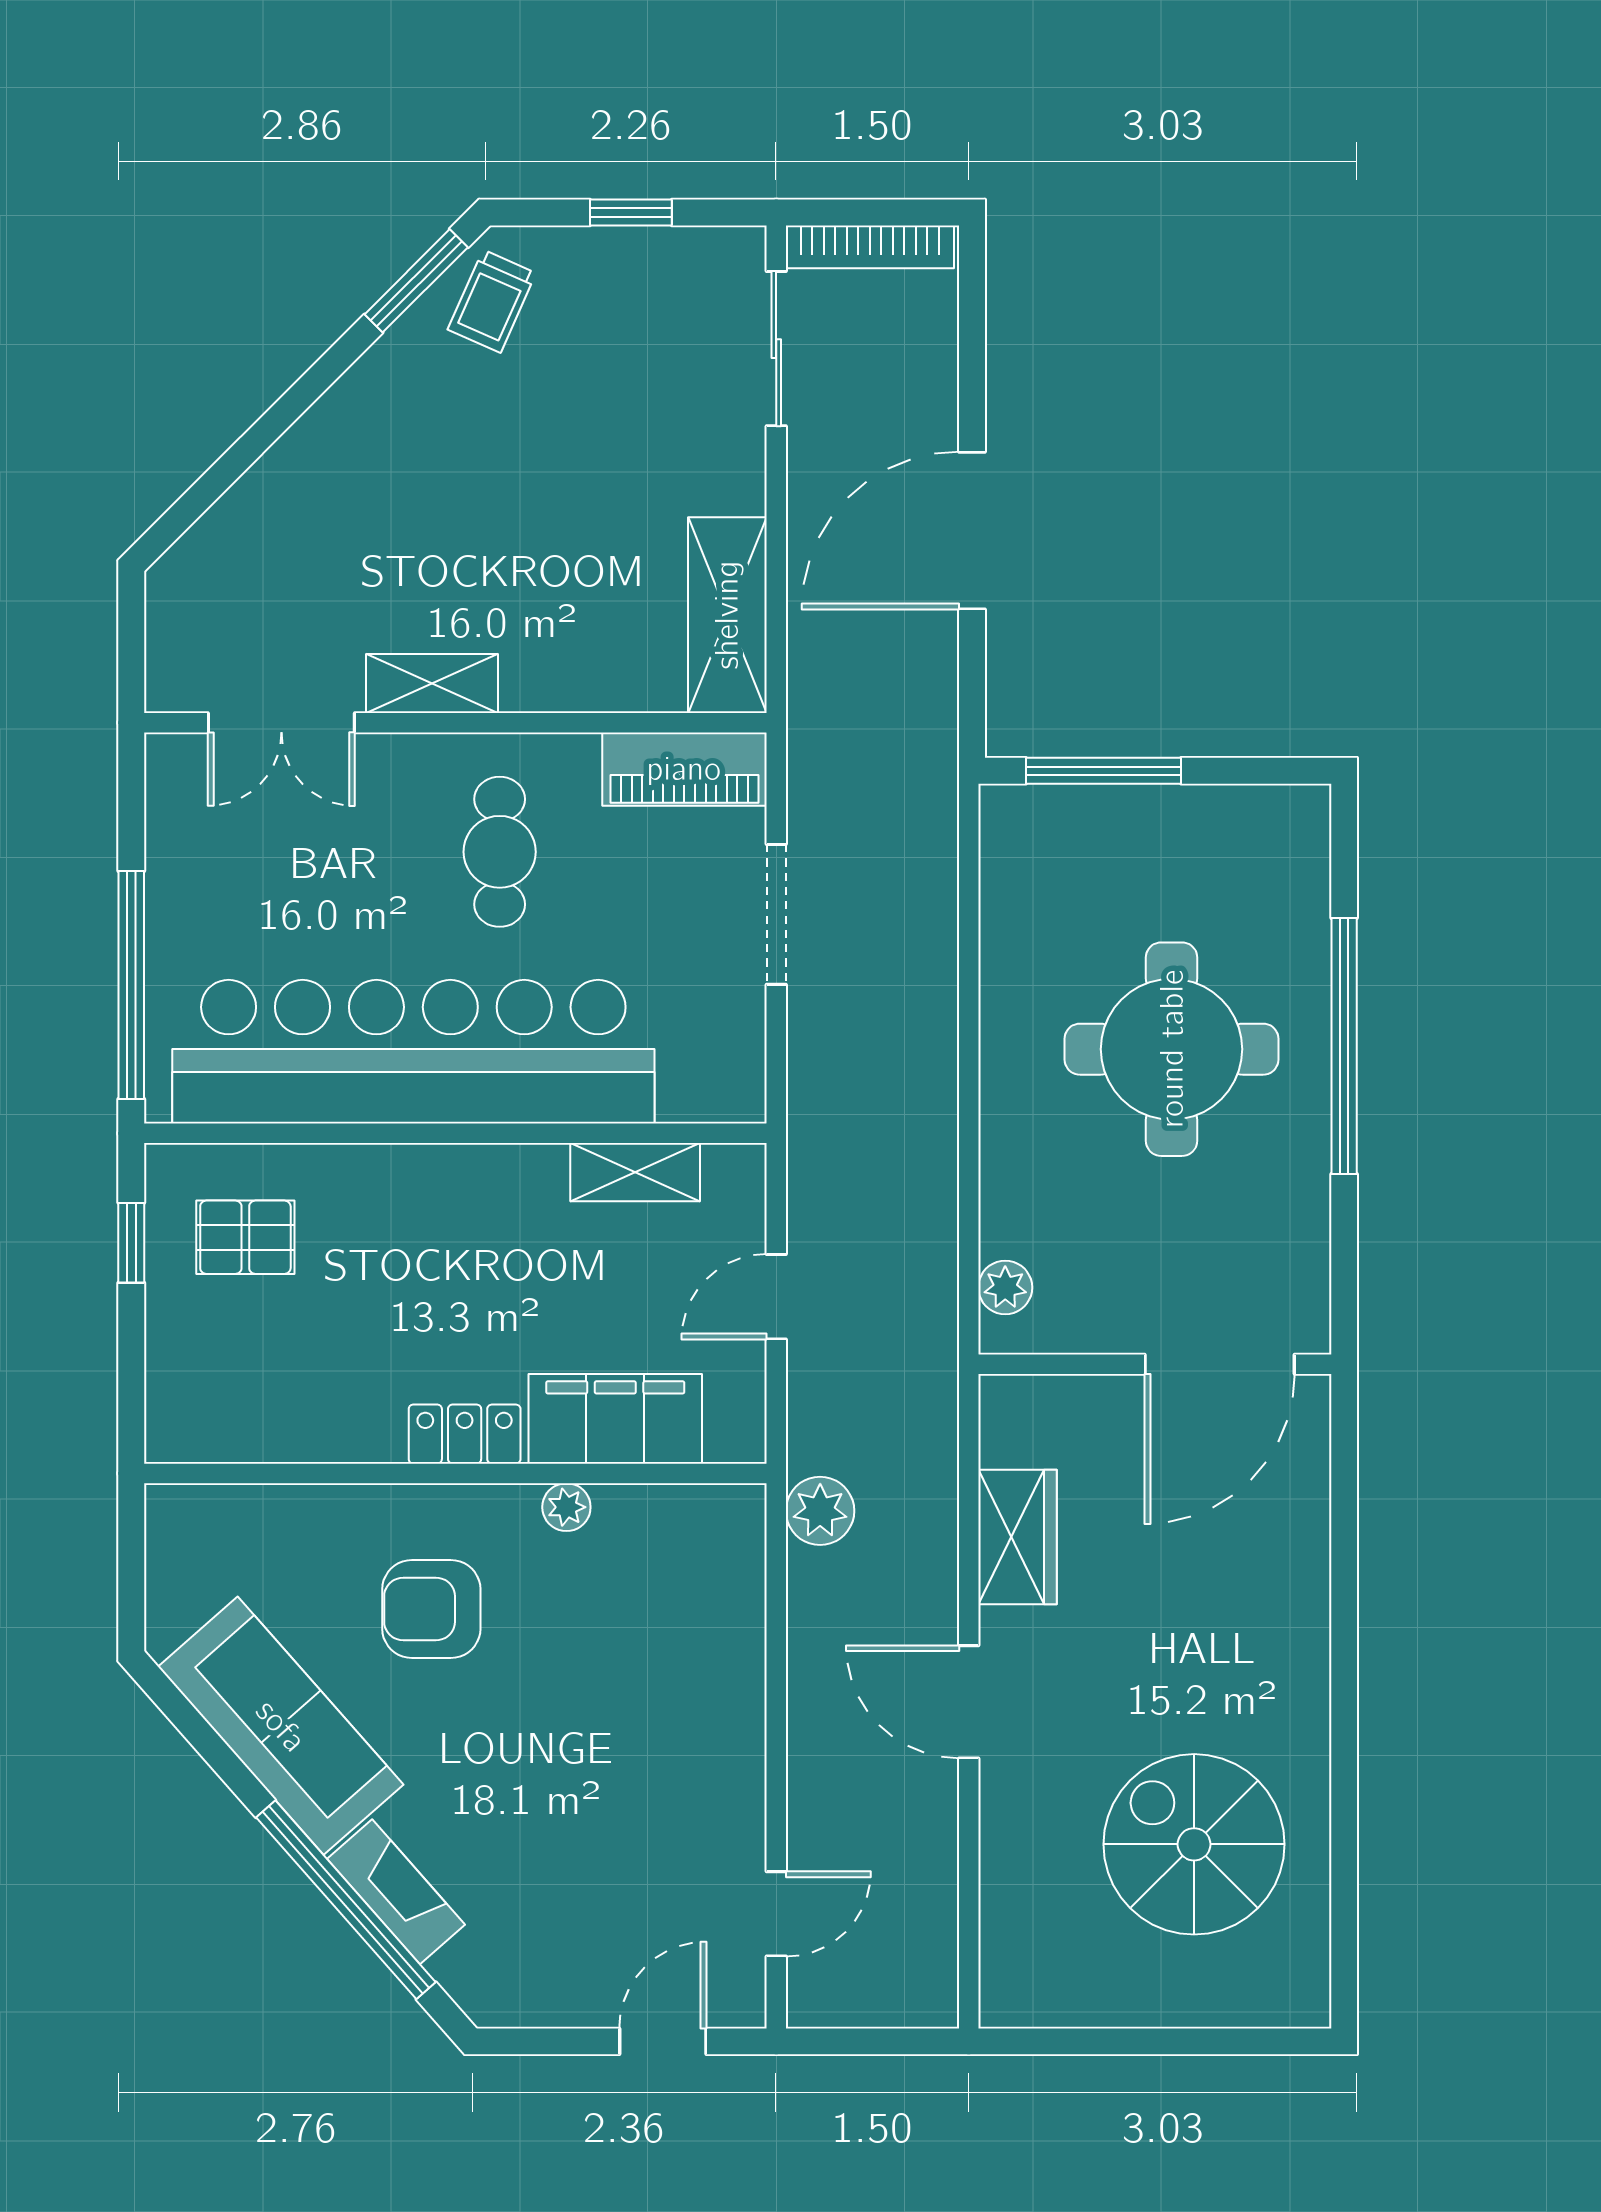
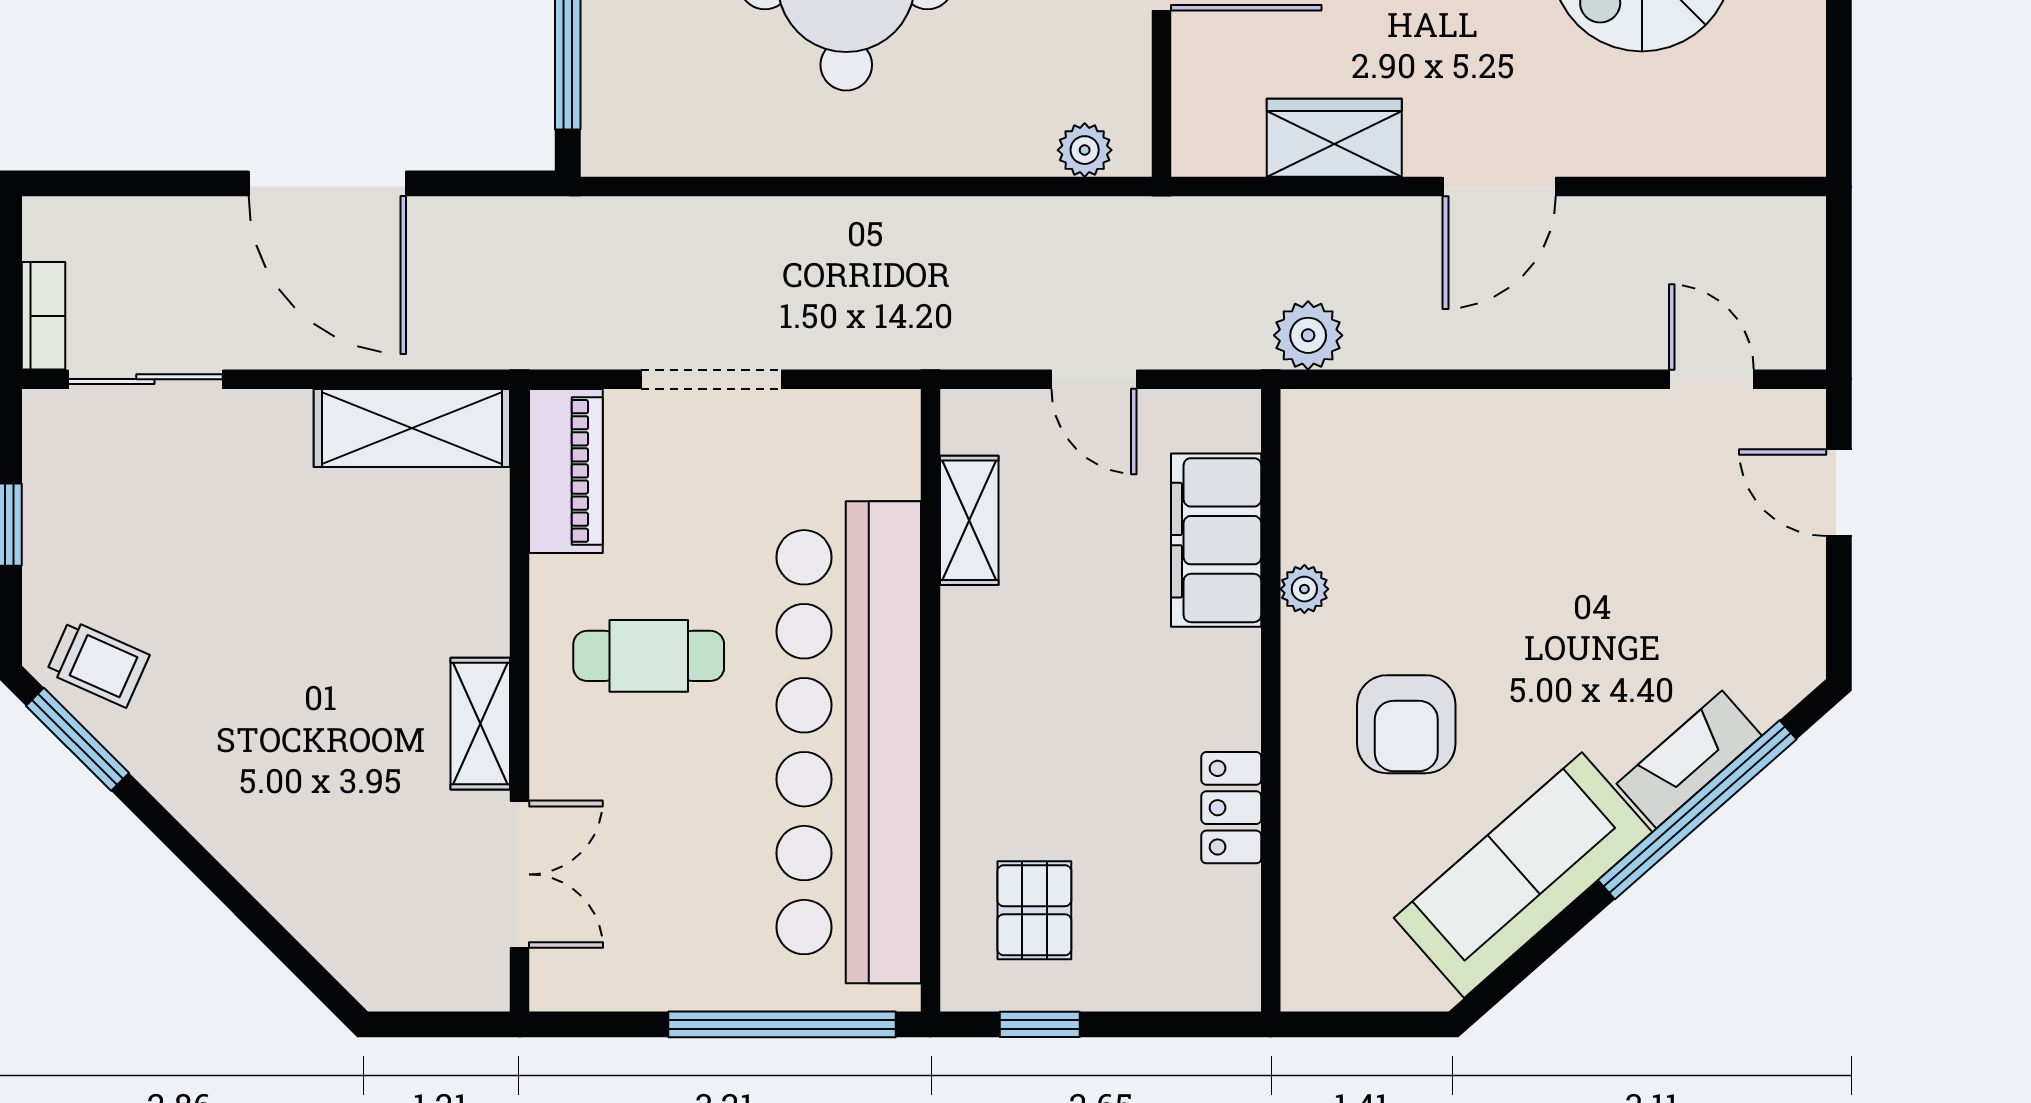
bookcase: (870, 247) -> (44, 316), width x0.64
locker: (465, 1434) -> (1231, 808), moved

